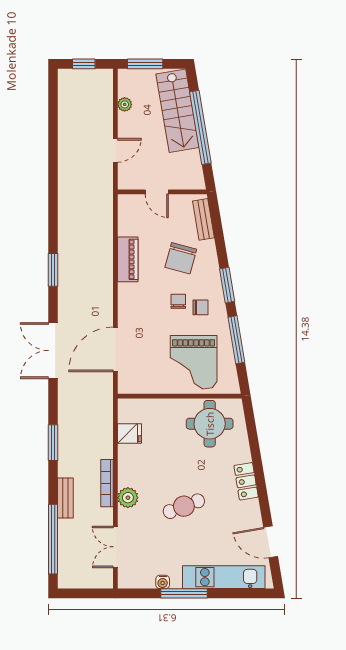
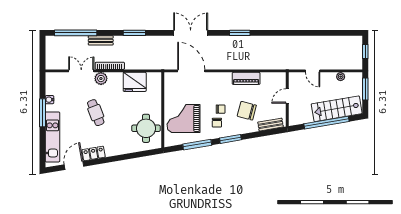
fridge: (129, 434) -> (135, 82), width x1.88, depth x1.34
locker: (246, 481) -> (94, 153), moved
double door: (115, 547) -> (81, 71), moved

